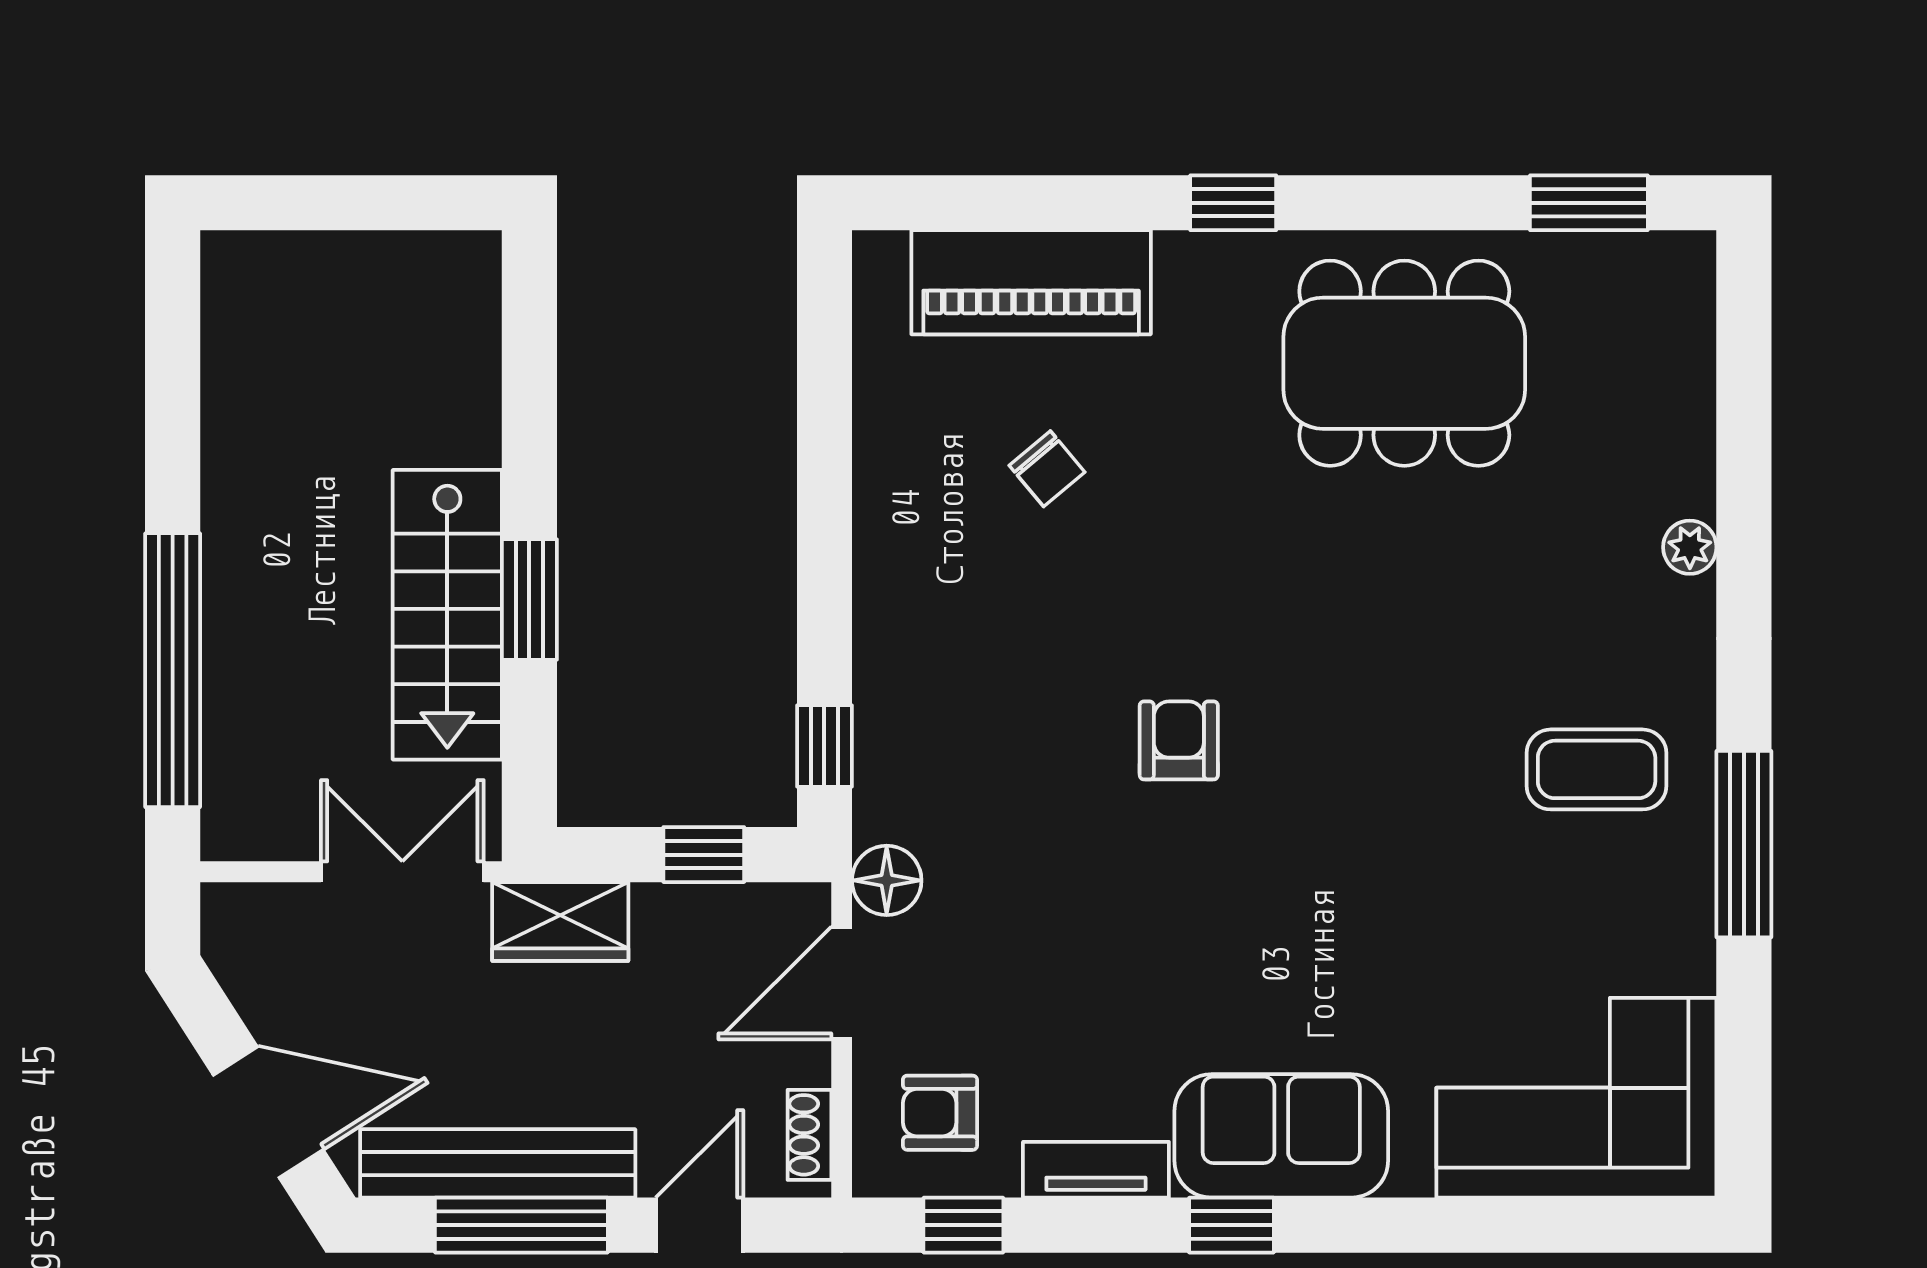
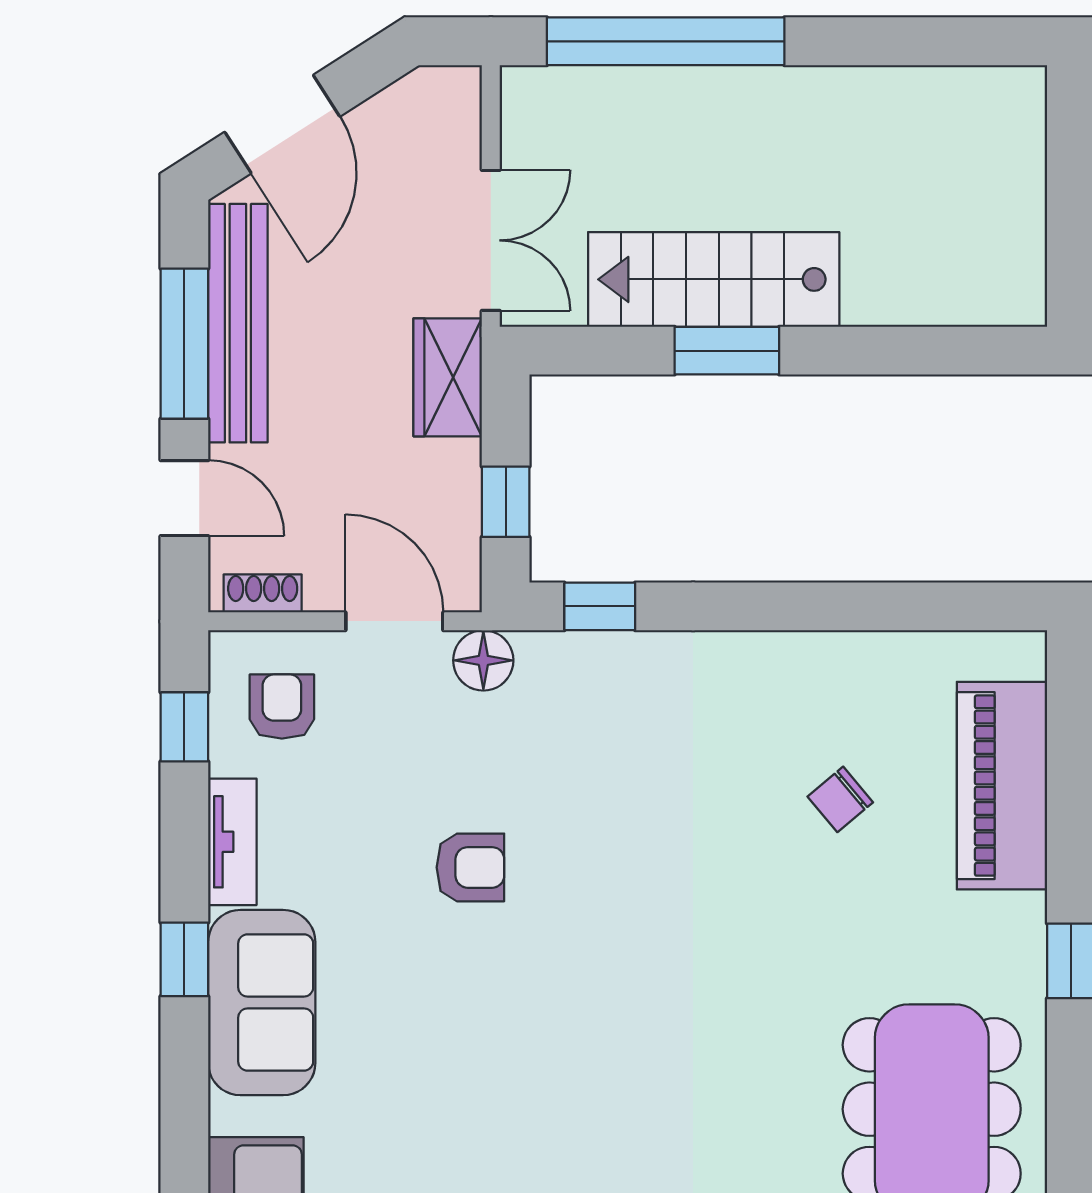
armchair: (1179, 740) -> (470, 867), moved

